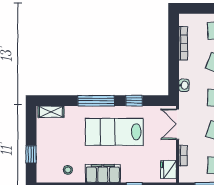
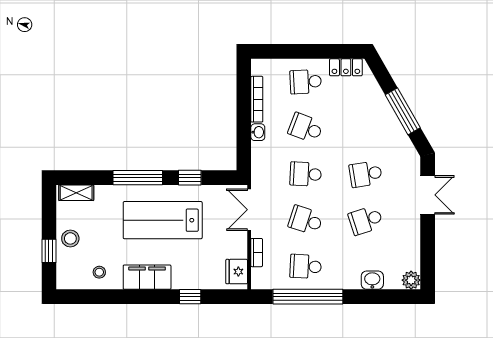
washbasin: (184, 85) -> (258, 132), moved
stool: (47, 145) -> (70, 238), added

